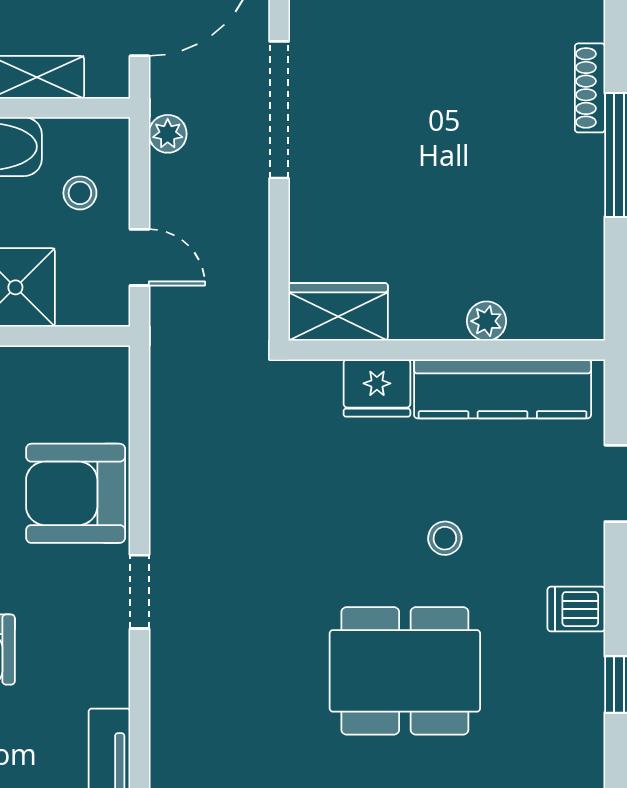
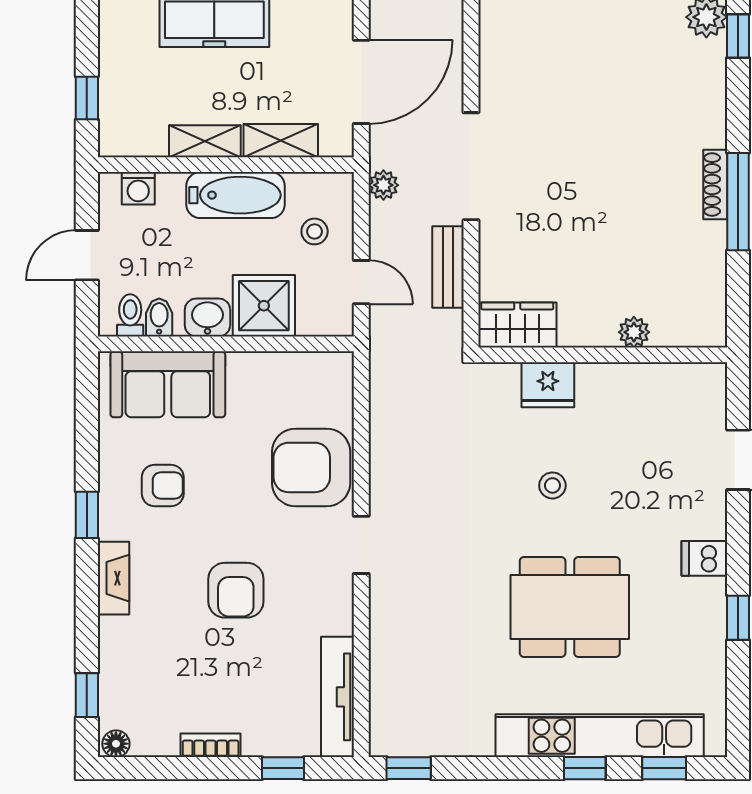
shoe rack: (590, 88) -> (715, 185), moved
bench: (250, 238) -> (448, 267), added
kitchen counter: (503, 389) -> (647, 385), removed
stool: (445, 538) -> (552, 485), moved

